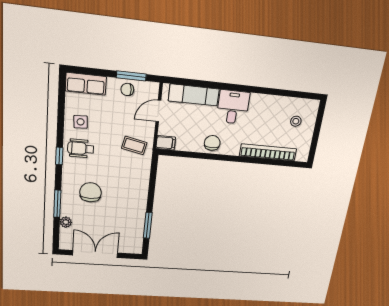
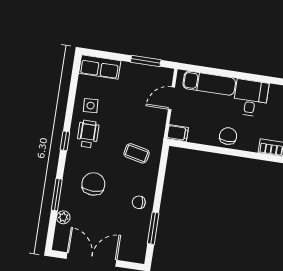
chair: (127, 89) -> (139, 202), moved
coffee table: (134, 145) -> (137, 153), moved
wheelchair: (81, 148) -> (88, 134), turned 90

